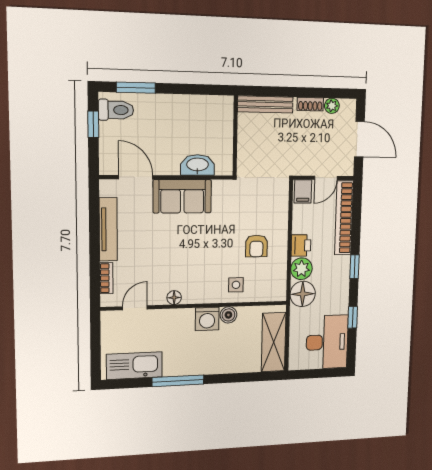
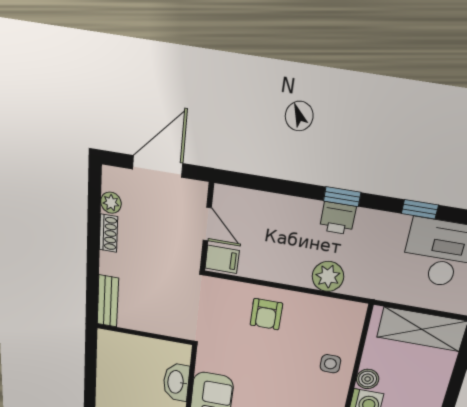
bench: (265, 104) -> (108, 301), width x0.73
bookcase: (344, 218) -> (267, 204), removed
printer: (301, 245) -> (338, 218), moved, turned 180
armchair: (256, 246) -> (266, 314), moved, turned 90
floor lamp: (303, 294) -> (364, 280), removed

